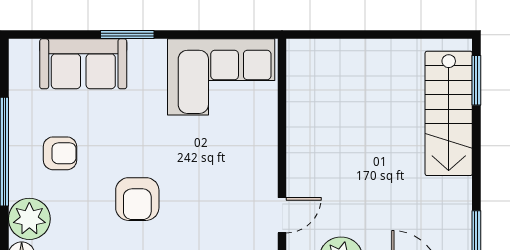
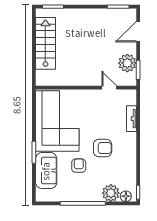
corner sofa: (221, 77) -> (57, 121), width x1.36, depth x1.36
stairs: (449, 113) -> (45, 43), moved, turned -90
armchair: (60, 153) -> (79, 166), moved

